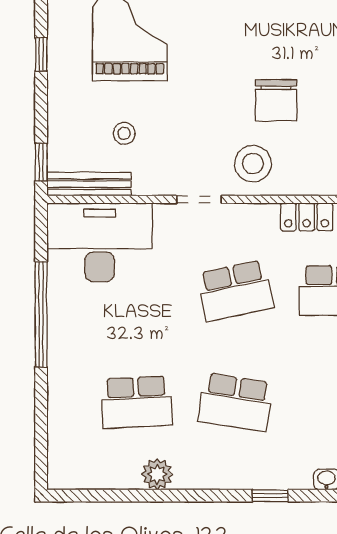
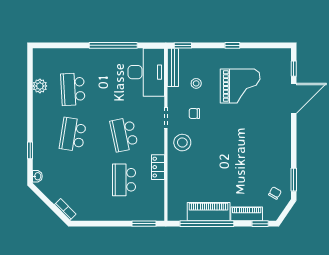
chair: (276, 100) -> (194, 114), moved, width x0.54, depth x0.54
plant: (157, 474) -> (40, 86), moved

